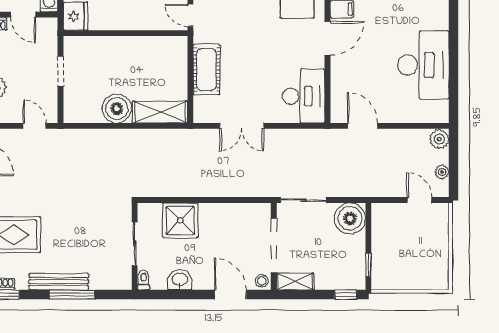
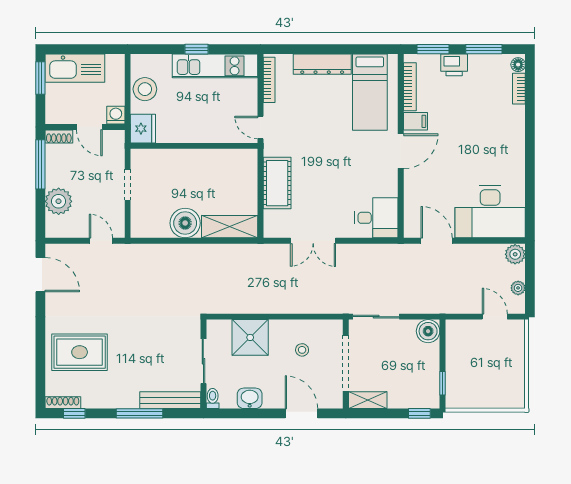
desk: (423, 65) -> (490, 212), moved, turned 90
desk: (304, 96) -> (376, 218), width x0.73
boiler: (350, 218) -> (428, 331), width x0.73, depth x0.73
stool: (262, 281) -> (302, 350), moved
bench: (59, 282) -> (170, 400), moved

